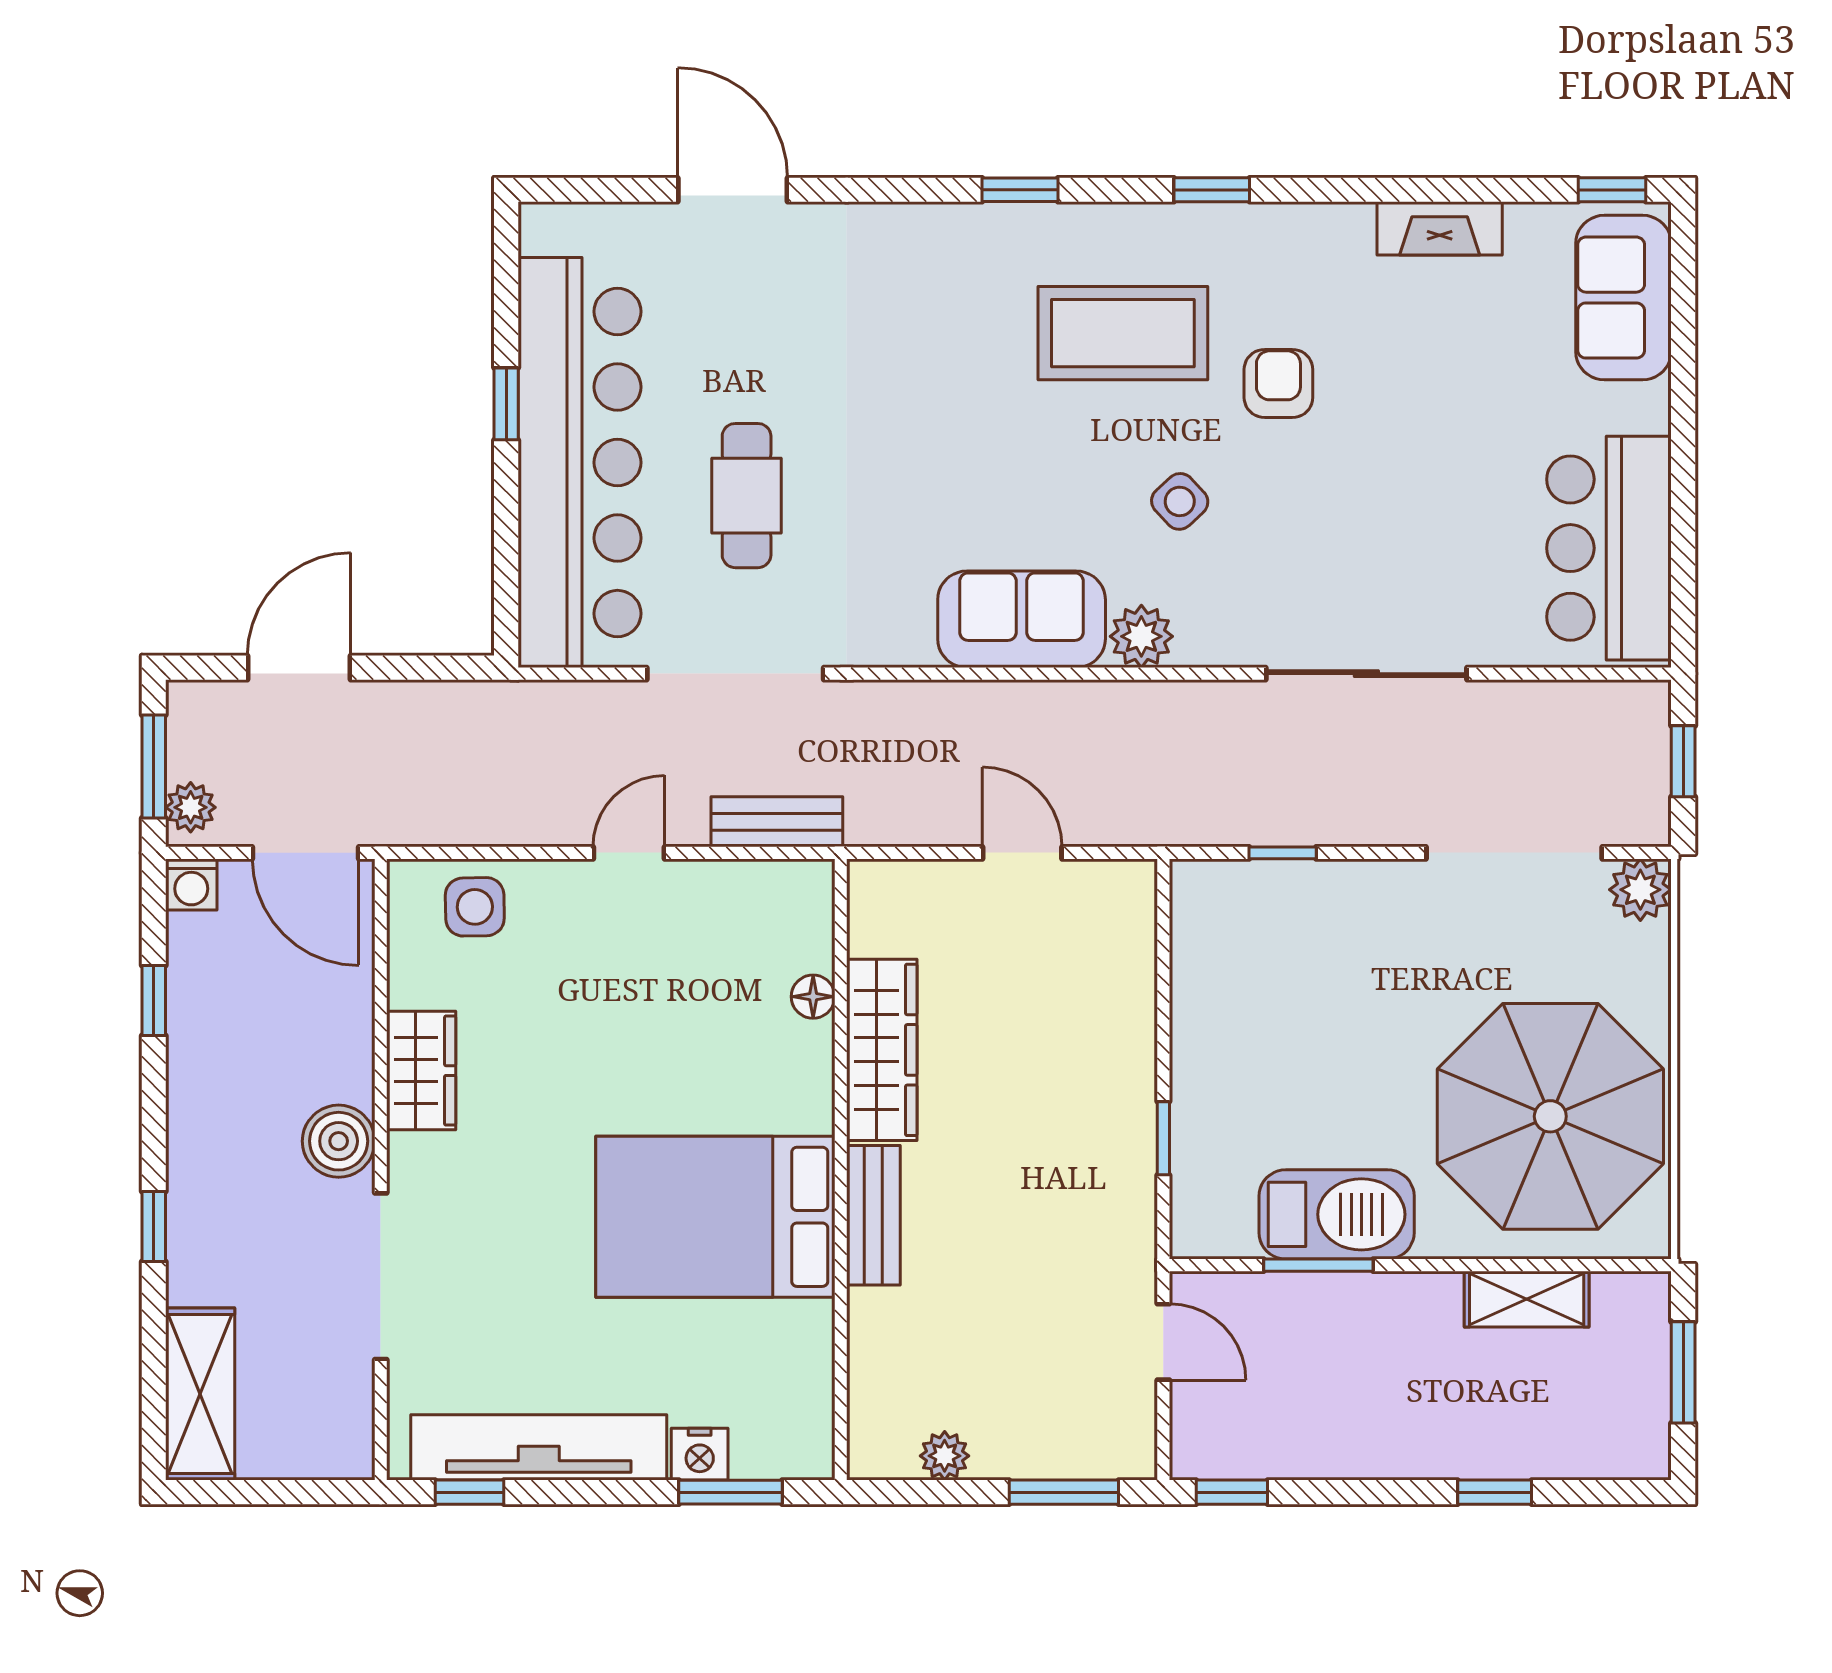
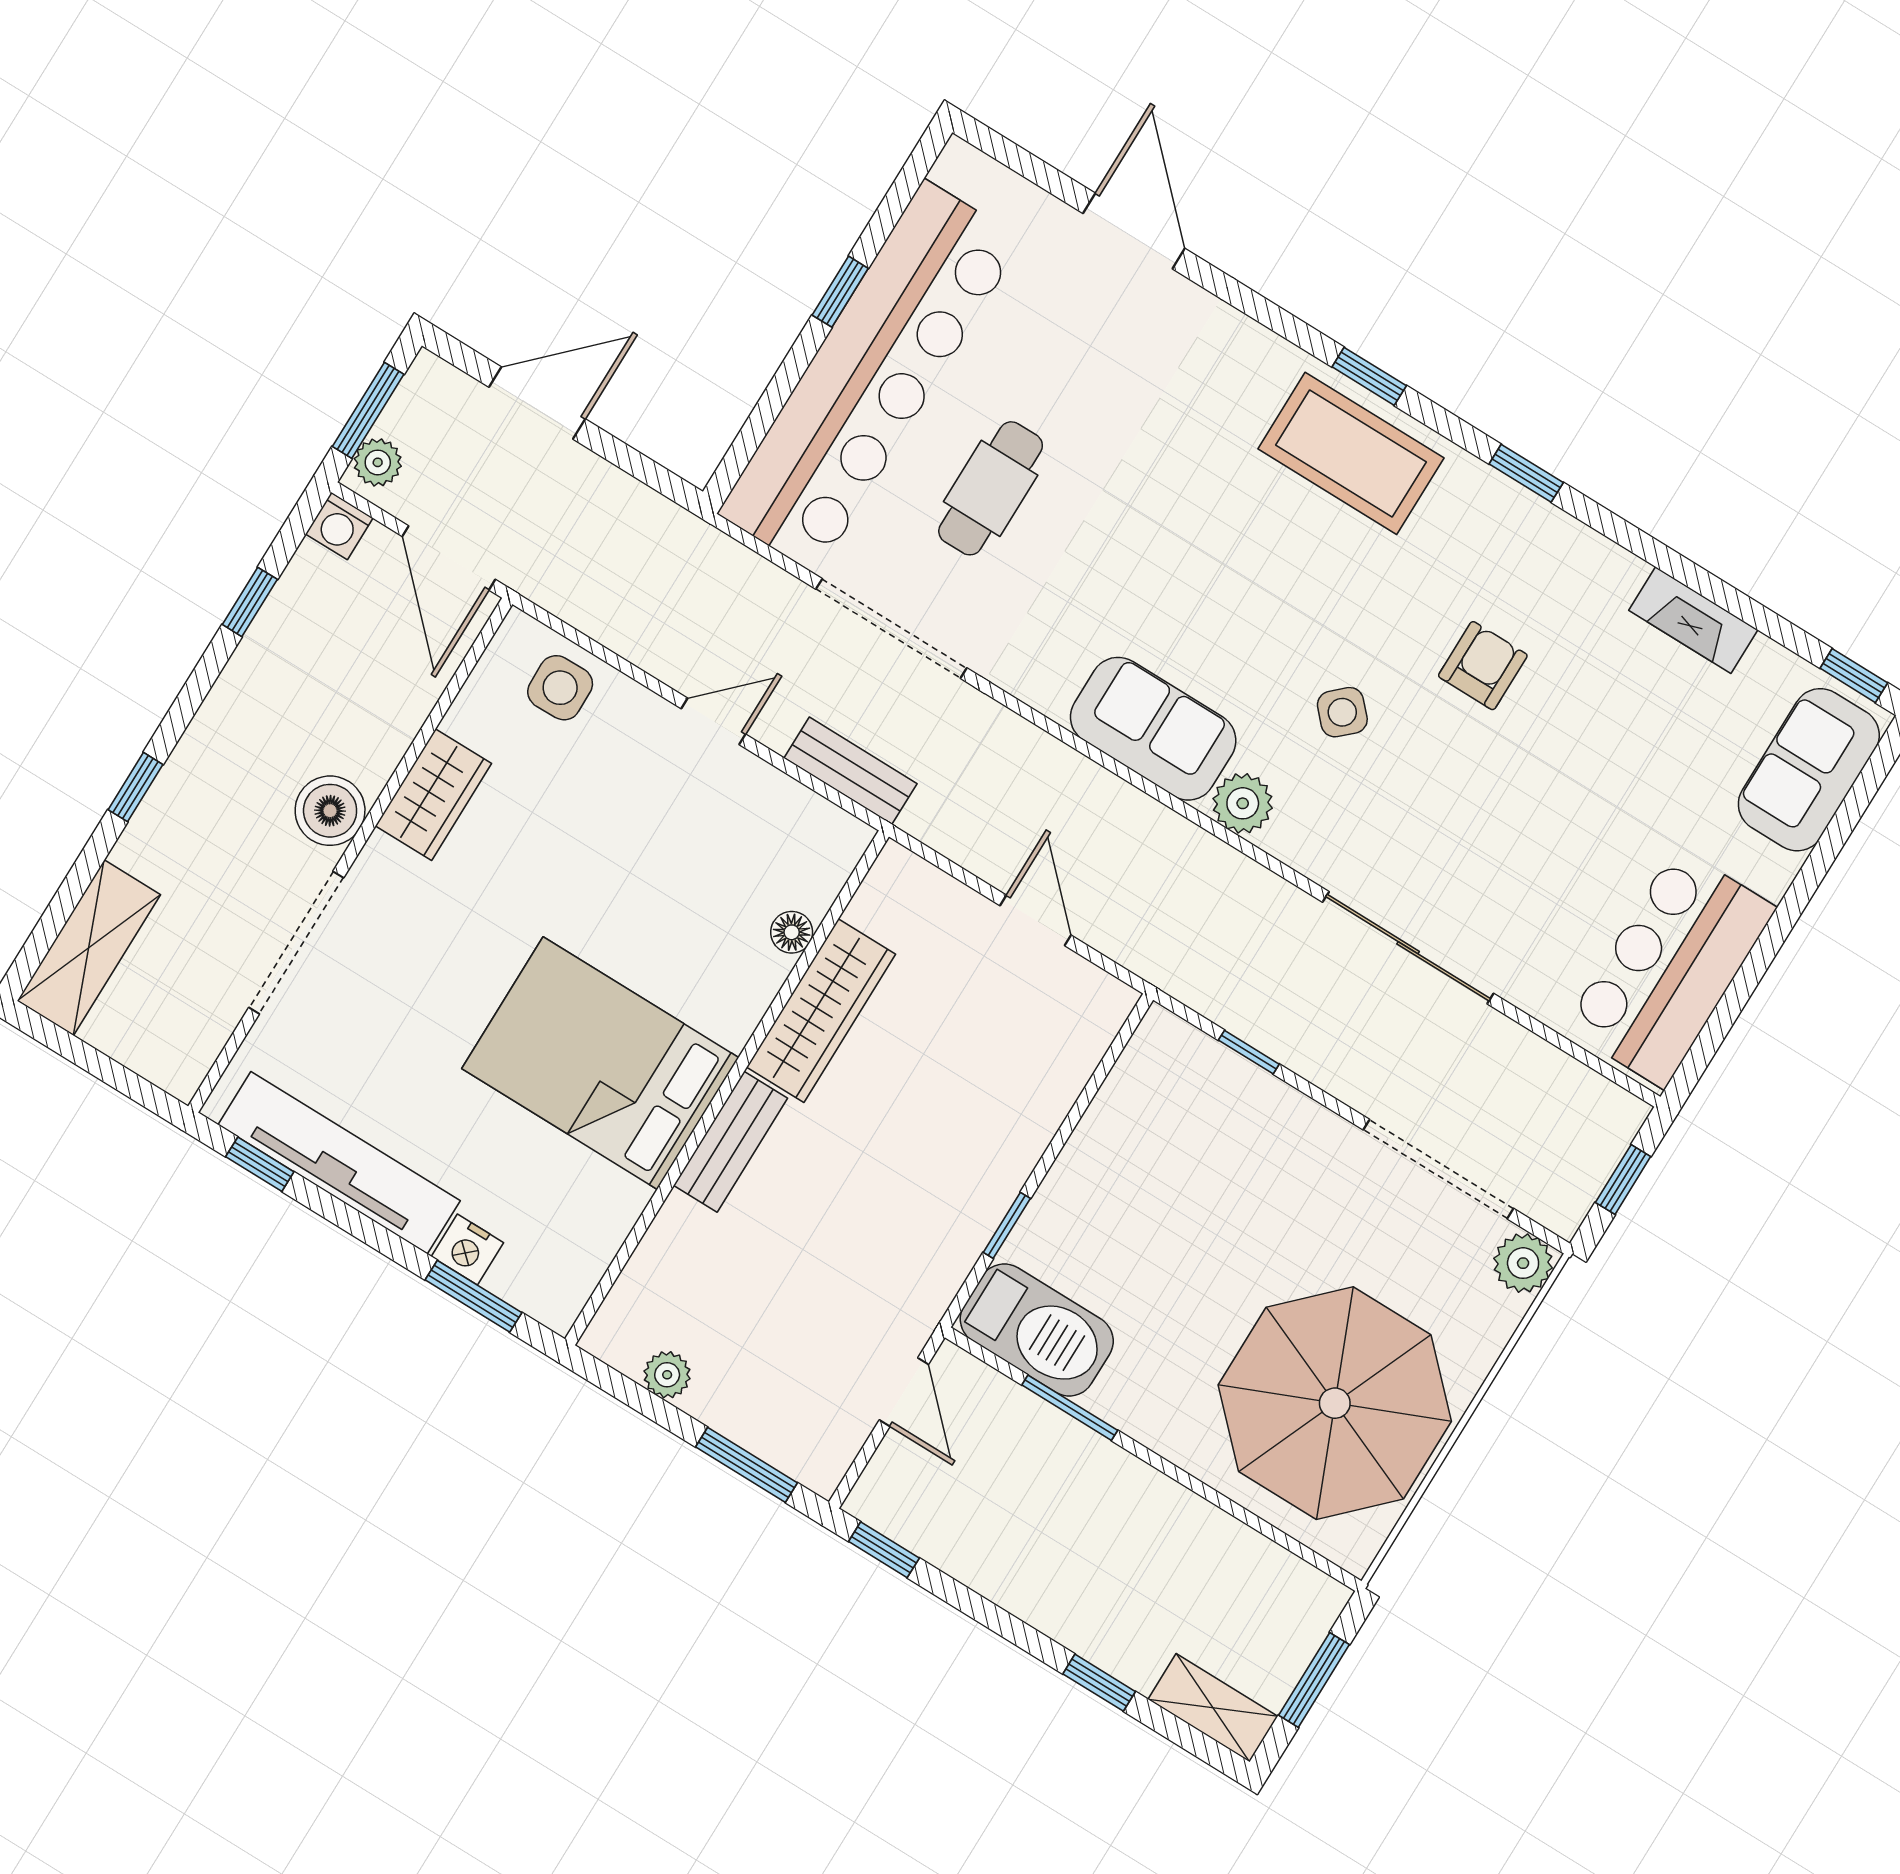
coffee table: (1123, 333) -> (1351, 453), moved
barbecue: (1337, 1214) -> (1037, 1330), moved
shelving: (1527, 1299) -> (1213, 1708), moved

